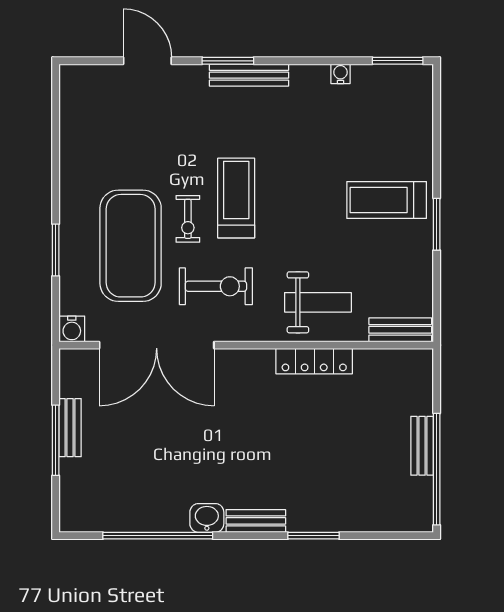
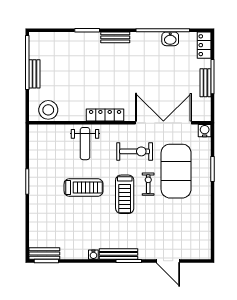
water cooler: (340, 74) -> (93, 255), moved
treadmill: (387, 200) -> (84, 187), moved
exercise bike: (216, 286) -> (135, 151), turned 180
weight bench: (318, 302) -> (85, 144), turned -90
bench: (400, 330) -> (44, 254), moved
locker: (314, 361) -> (105, 115), moved
stool: (394, 372) -> (48, 110), added
locker: (73, 505) -> (204, 45), added
washbasin: (207, 518) -> (170, 39), moved

